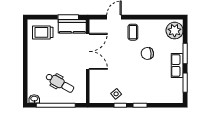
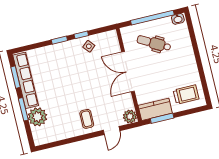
plant: (95, 25) -> (130, 116), added
plant: (175, 31) -> (37, 117), moved
double door: (88, 51) -> (128, 72), moved
chair: (147, 53) -> (65, 99), removed
row of seats: (177, 65) -> (26, 80), width x2.02

